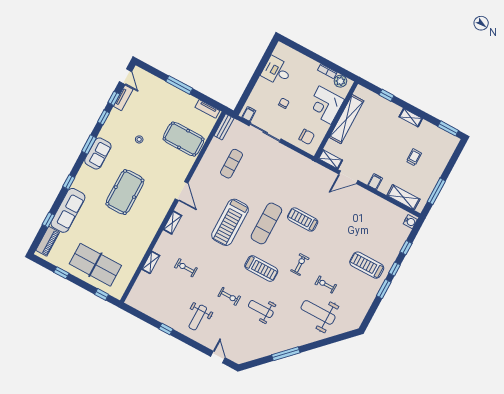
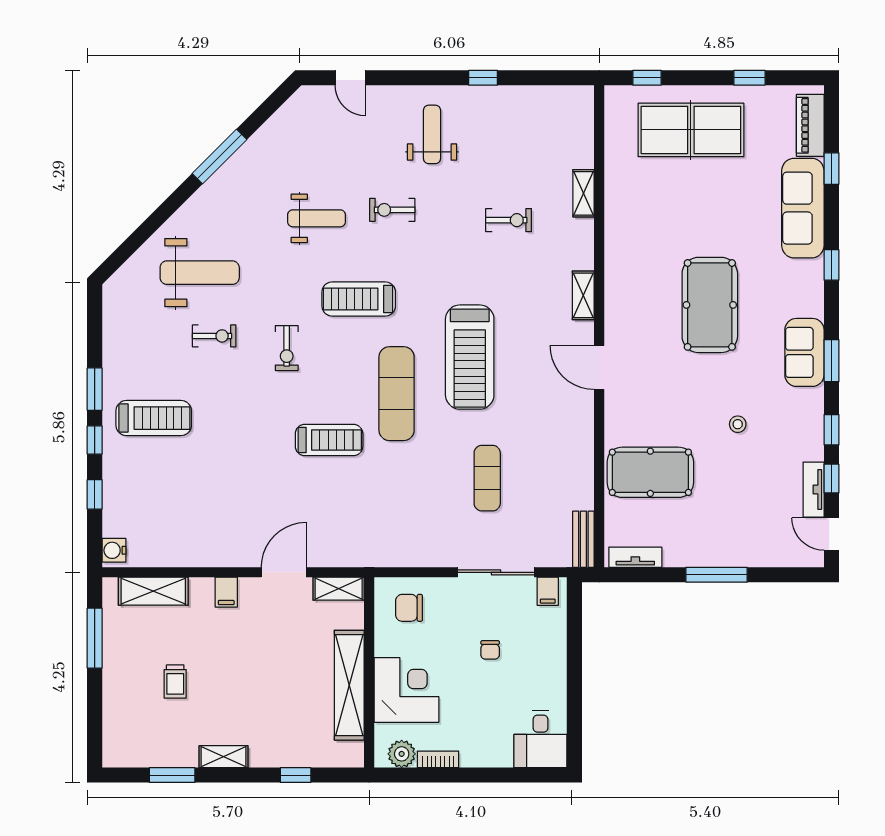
desk: (277, 71) -> (540, 739), moved, turned 90
window: (448, 128) -> (172, 775), moved
exercise mat: (232, 164) -> (487, 478), moved
treadmill: (230, 222) -> (470, 357), turned 180

